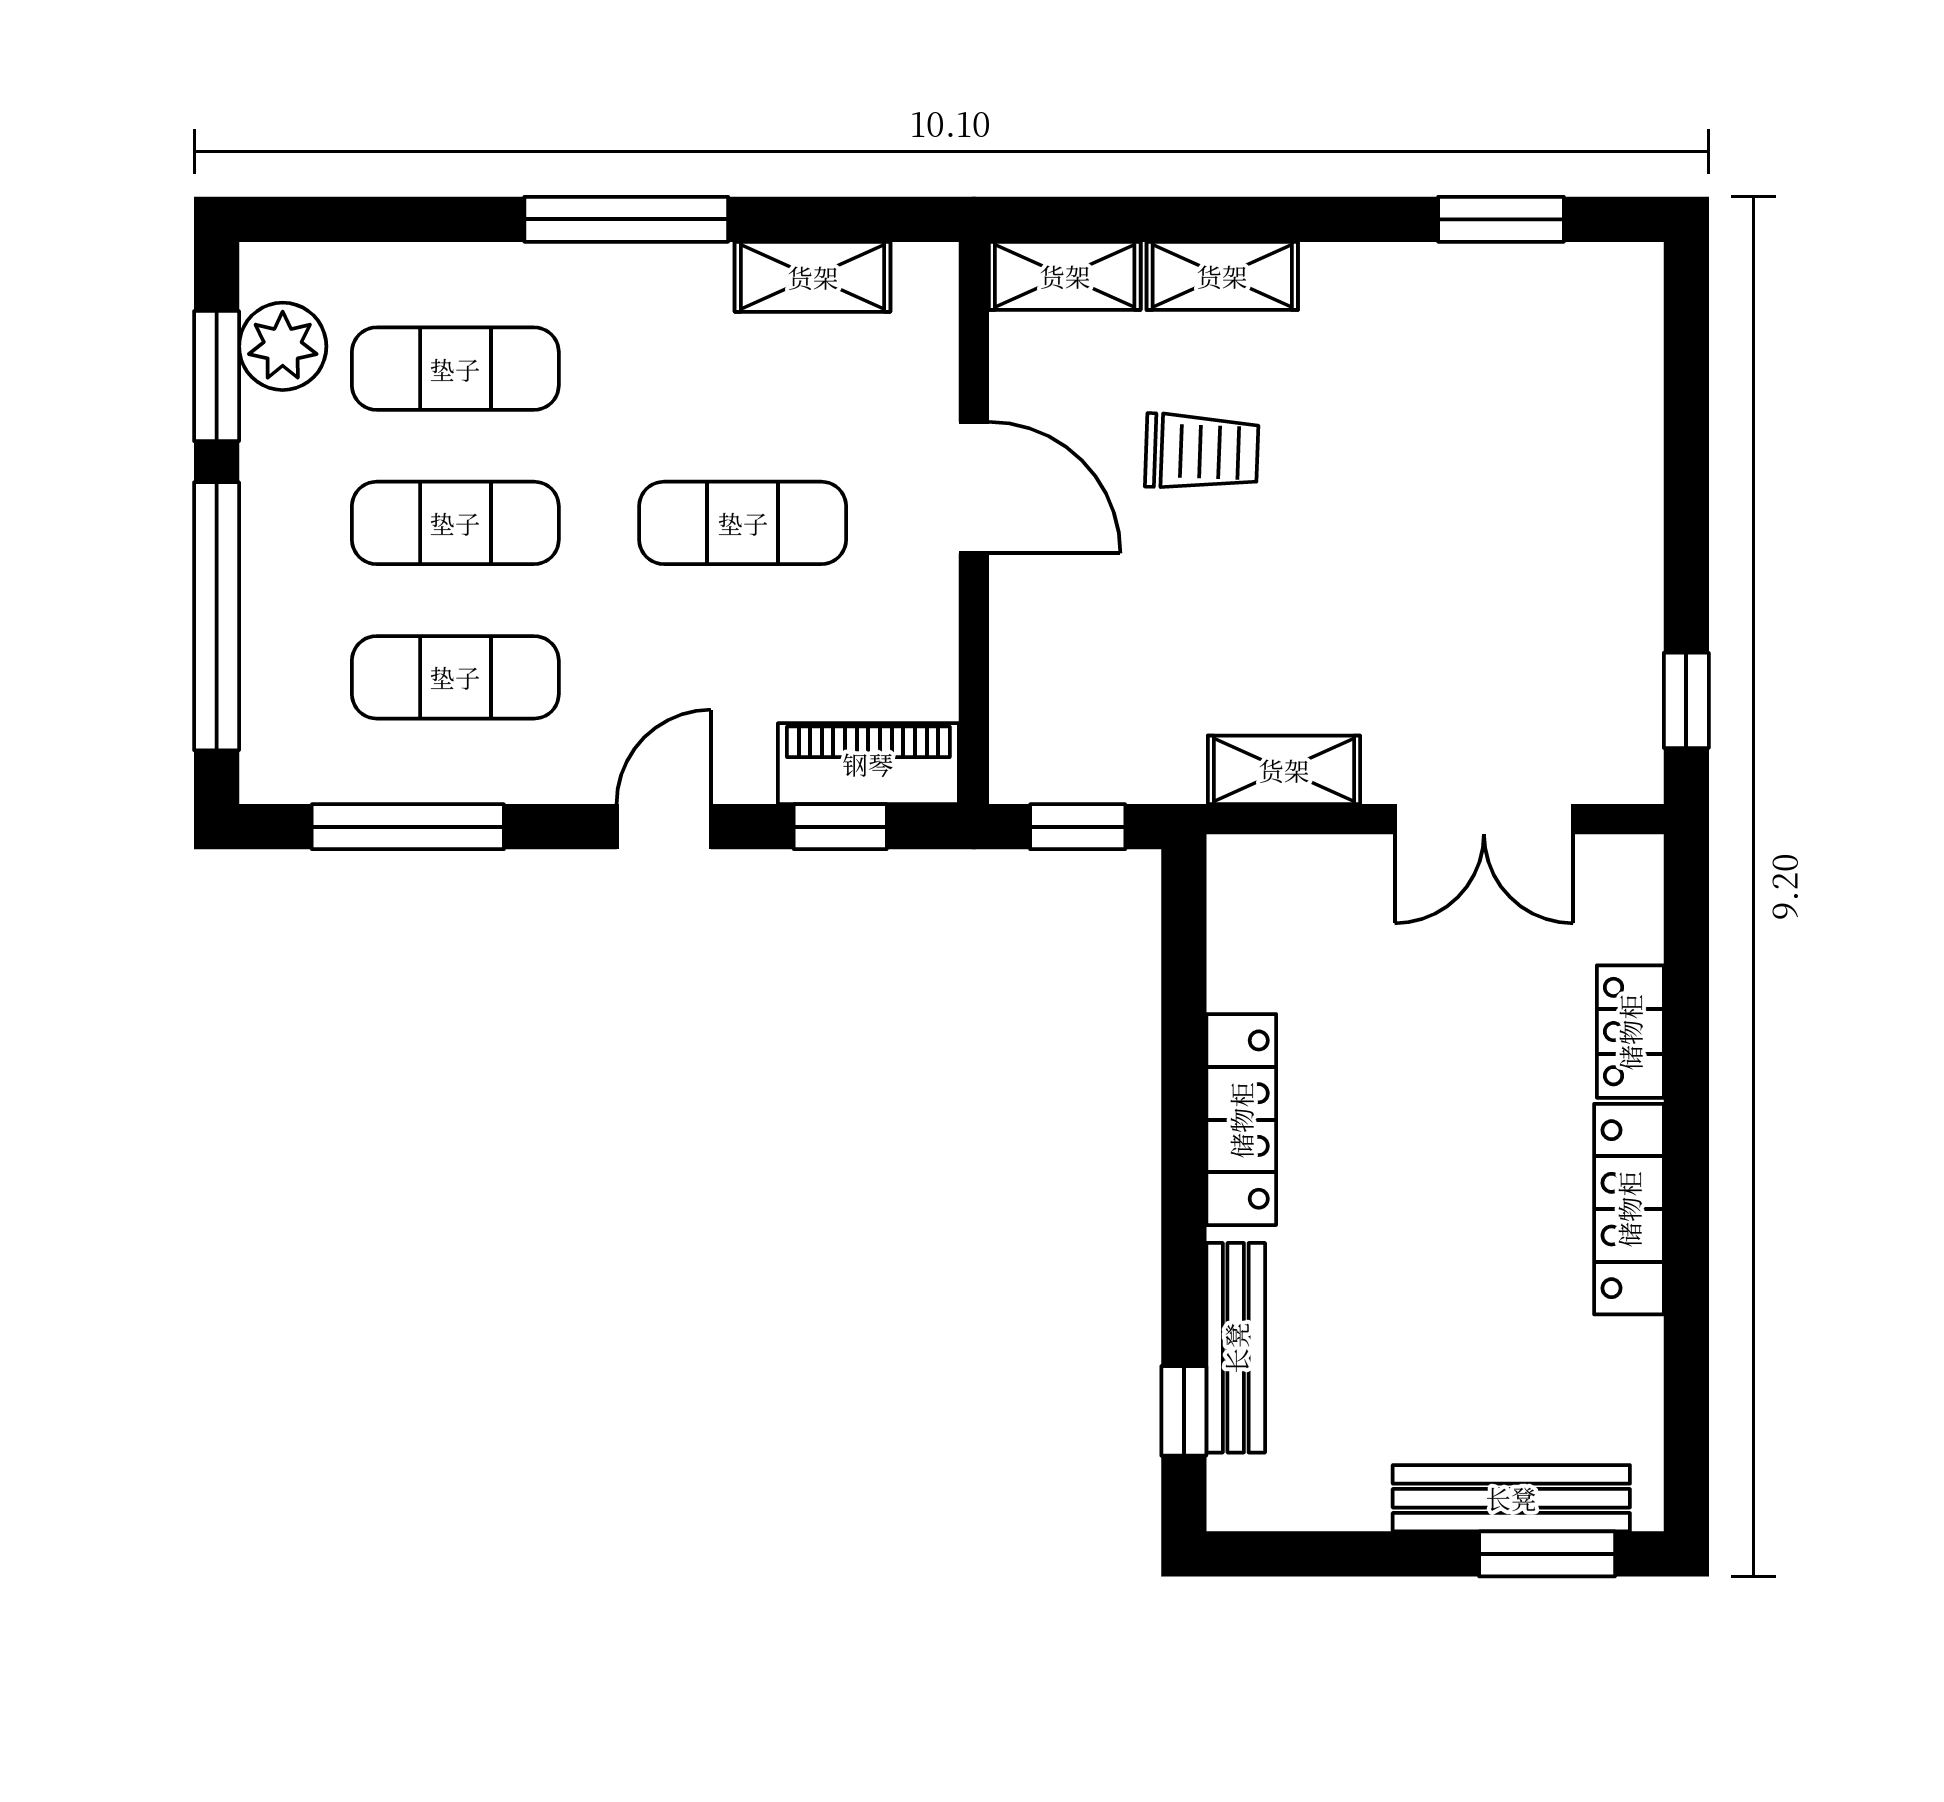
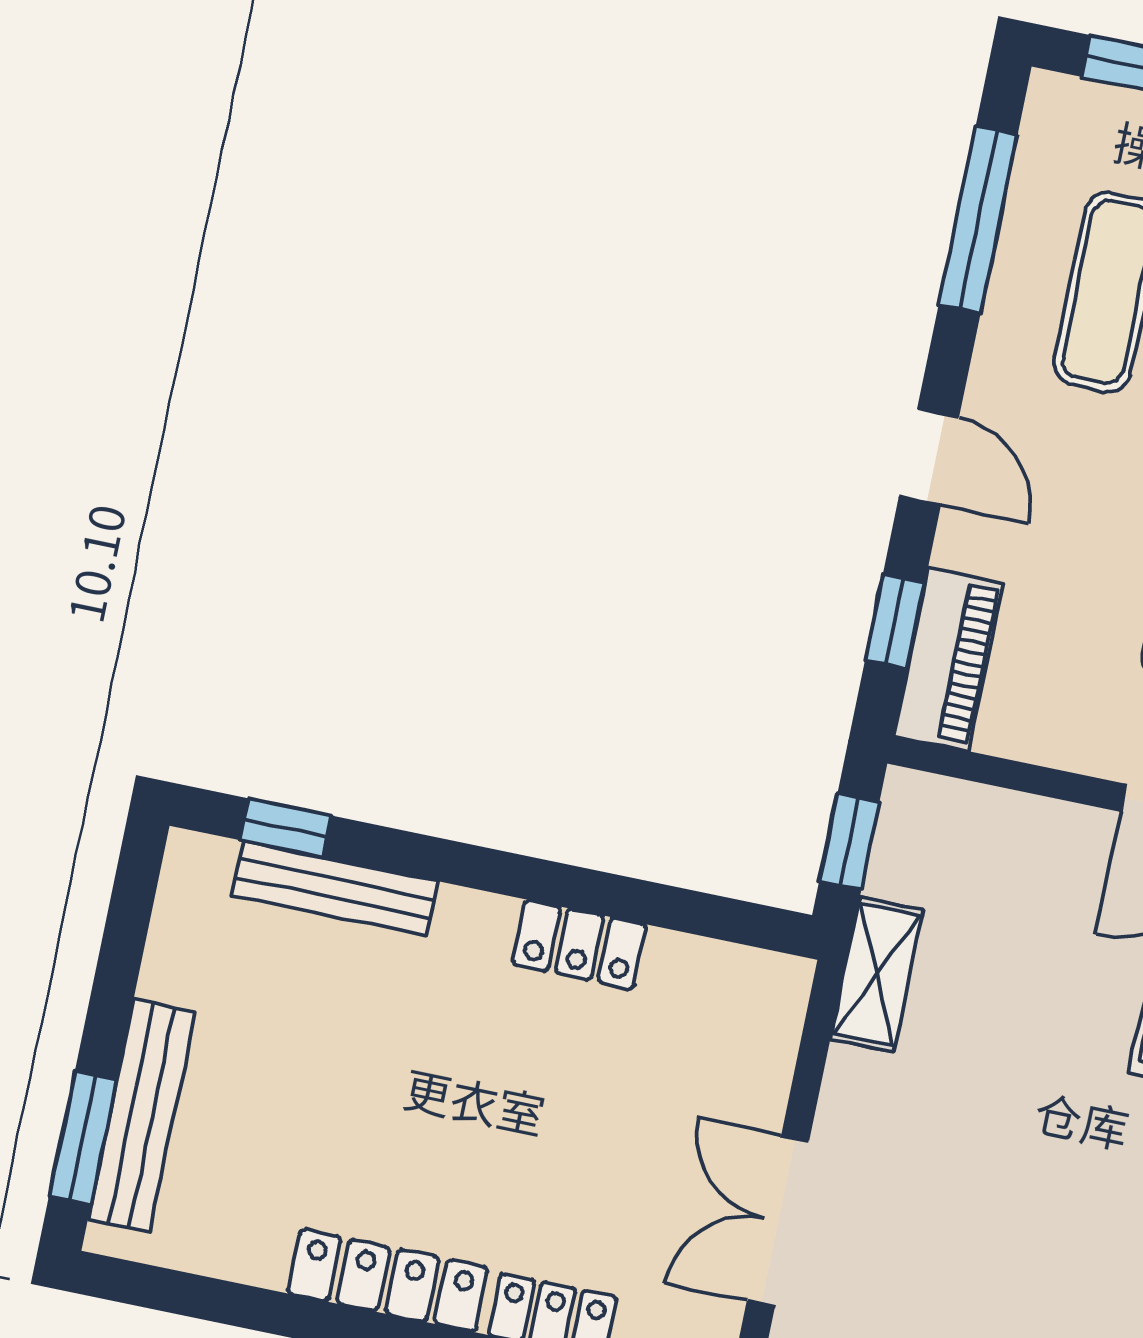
shelving: (1284, 770) -> (877, 975), moved
locker: (1241, 1120) -> (579, 944), width x0.66

